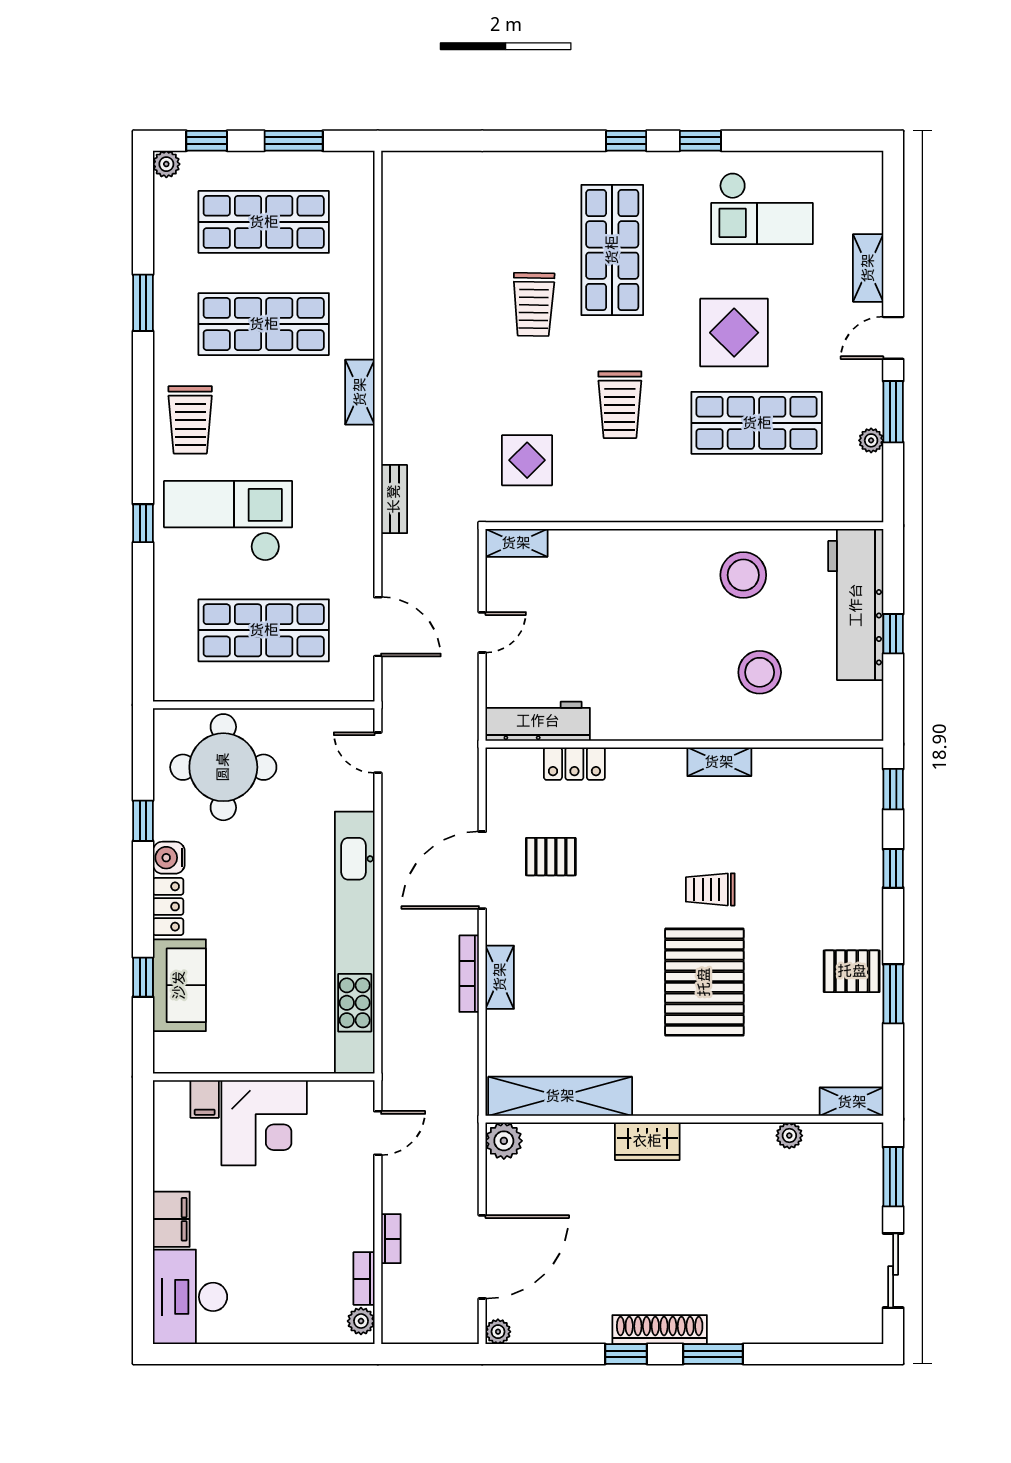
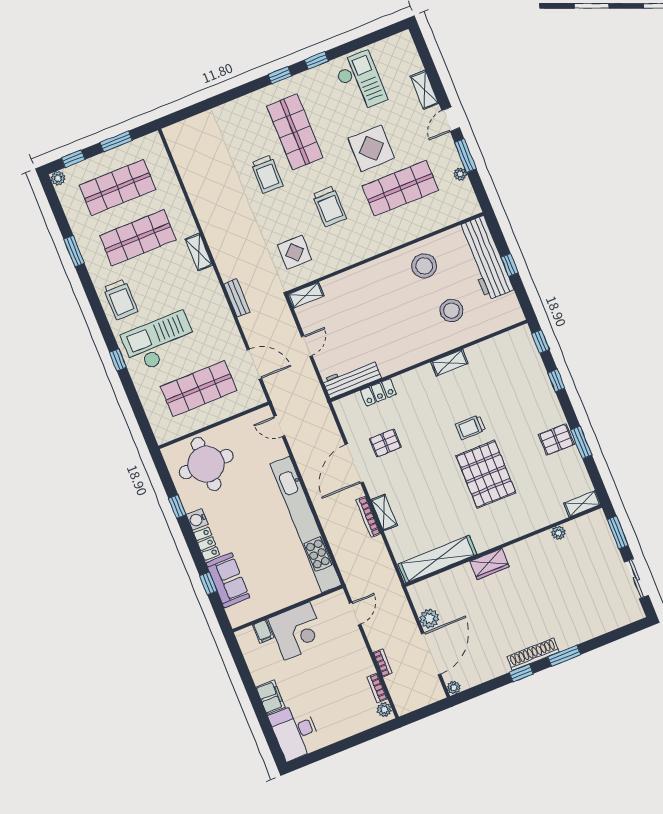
checkout: (762, 209) -> (360, 82), turned -90
plant: (504, 1141) -> (429, 618), moved

